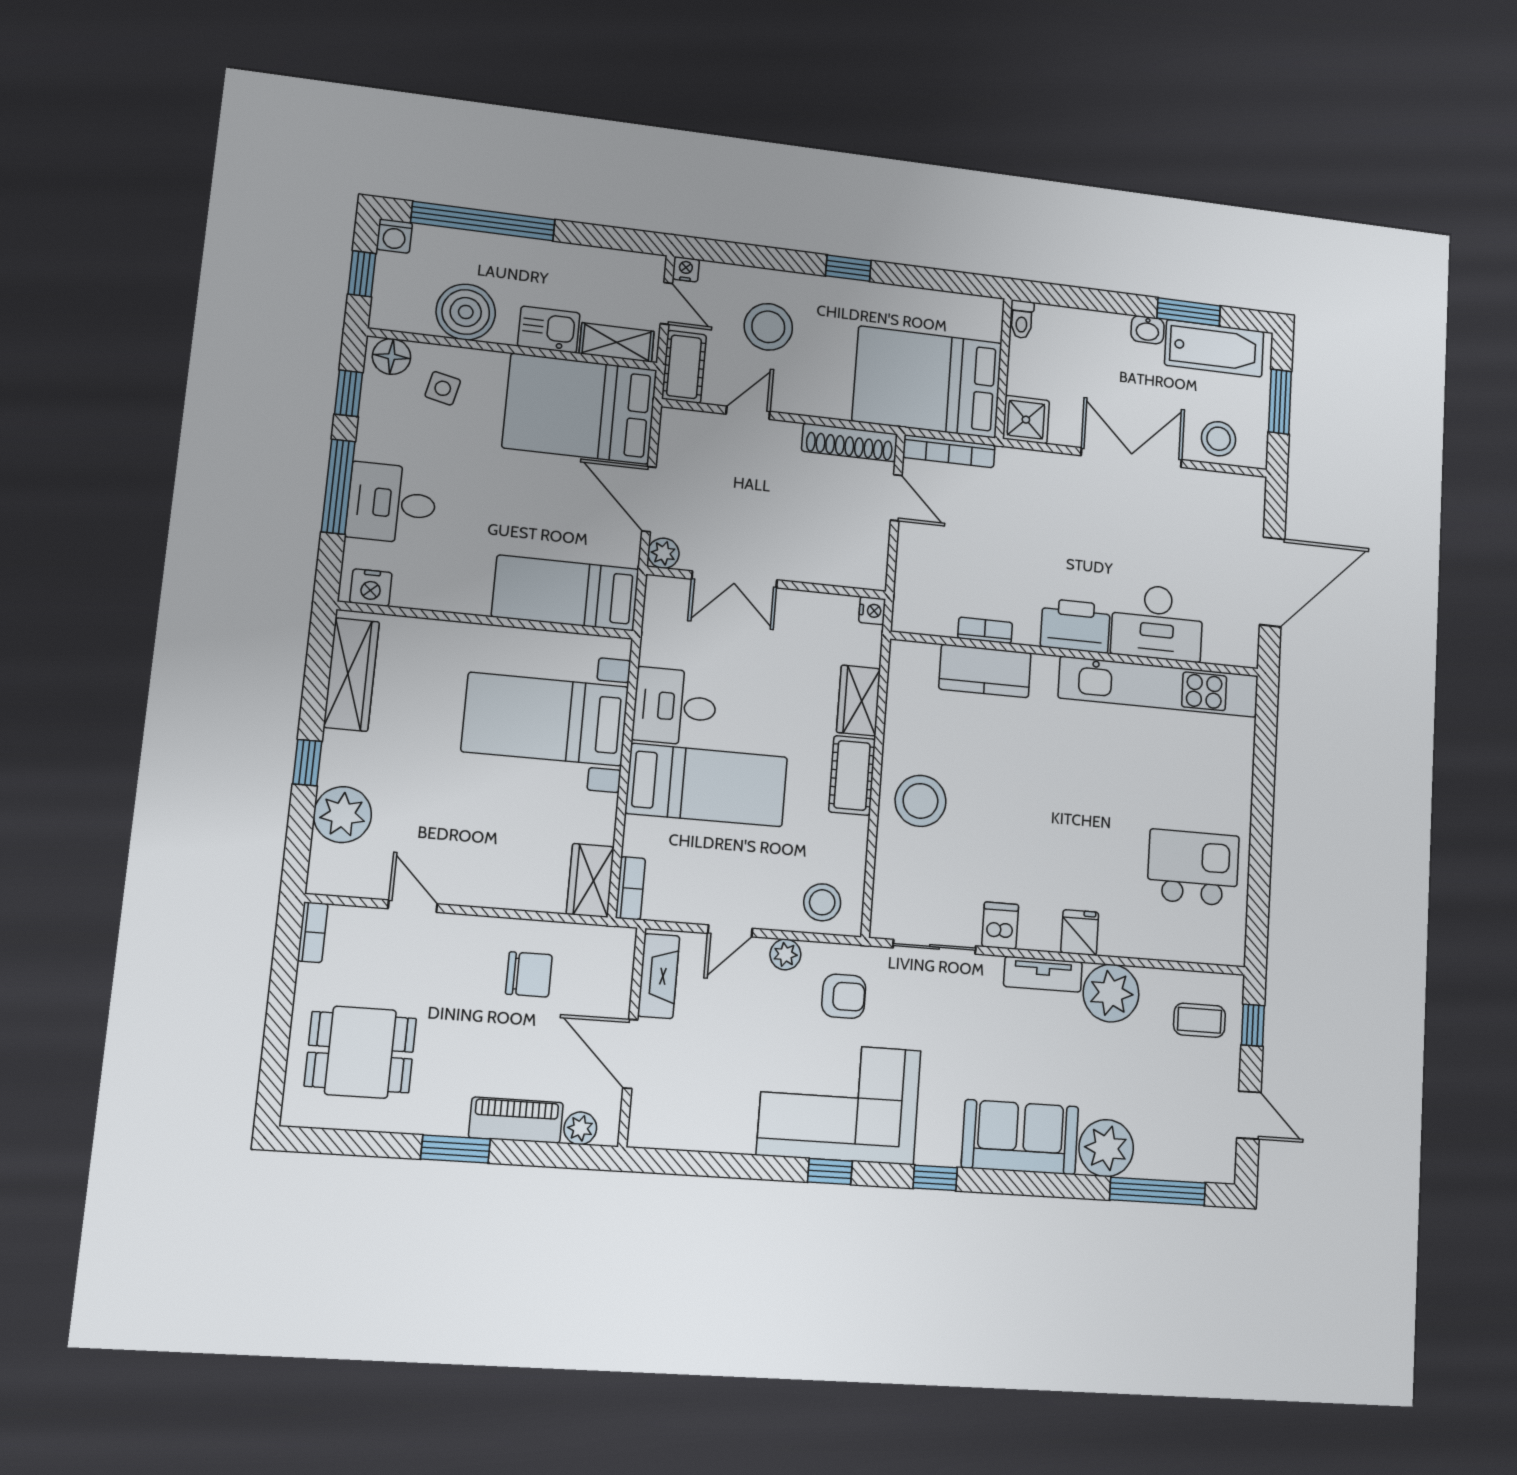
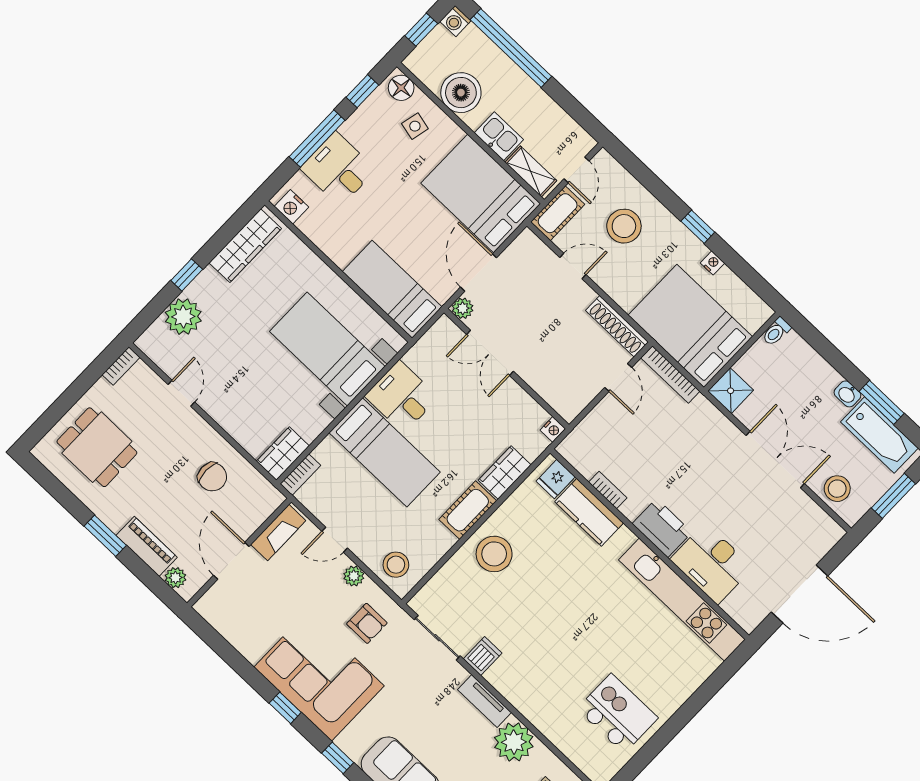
nightstand: (686, 269) -> (712, 263), moved
fridge: (1080, 932) -> (556, 479), moved, turned 180

